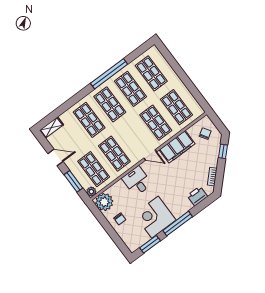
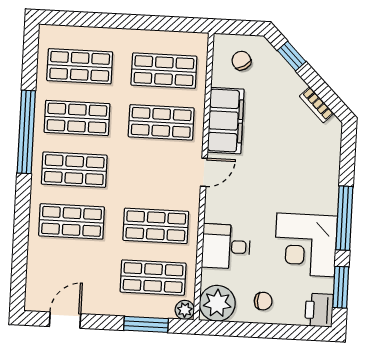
shelving: (51, 128) -> (35, 289), removed
door: (55, 157) -> (65, 320), moved
desk: (137, 181) -> (226, 246), moved
printer: (197, 196) -> (319, 310), moved

